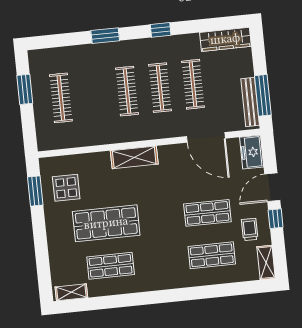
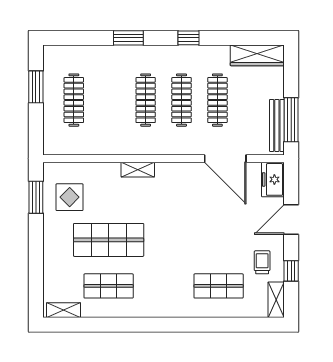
shelving: (134, 157) -> (138, 170), width x0.67, depth x0.75
shop shelf: (207, 213) -> (219, 240), removed
window: (276, 219) -> (291, 271), moved

